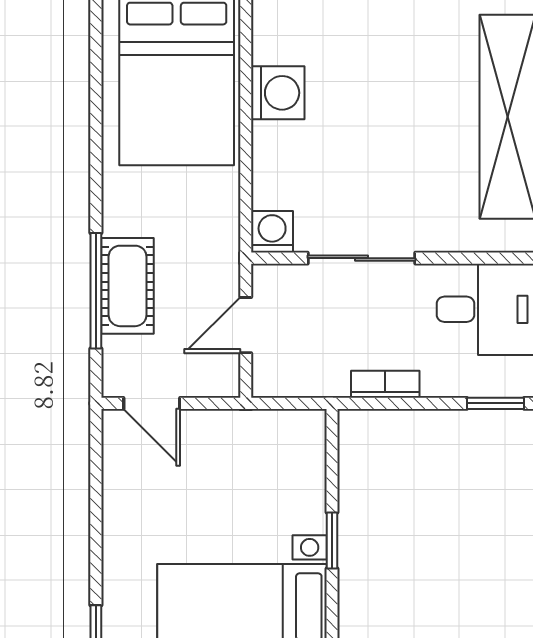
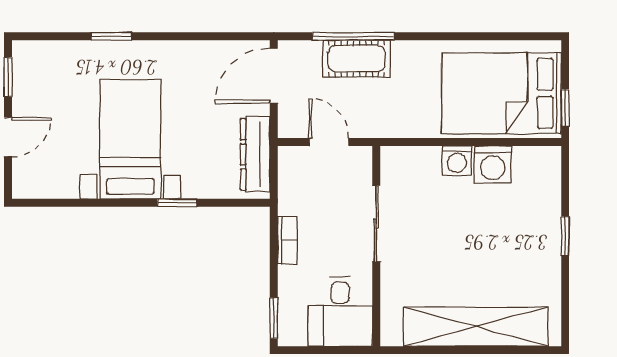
washing machine: (272, 232) -> (457, 161), moved, turned 90
door: (152, 403) -> (274, 76), width x1.38
dresser: (263, 430) -> (255, 154), added

